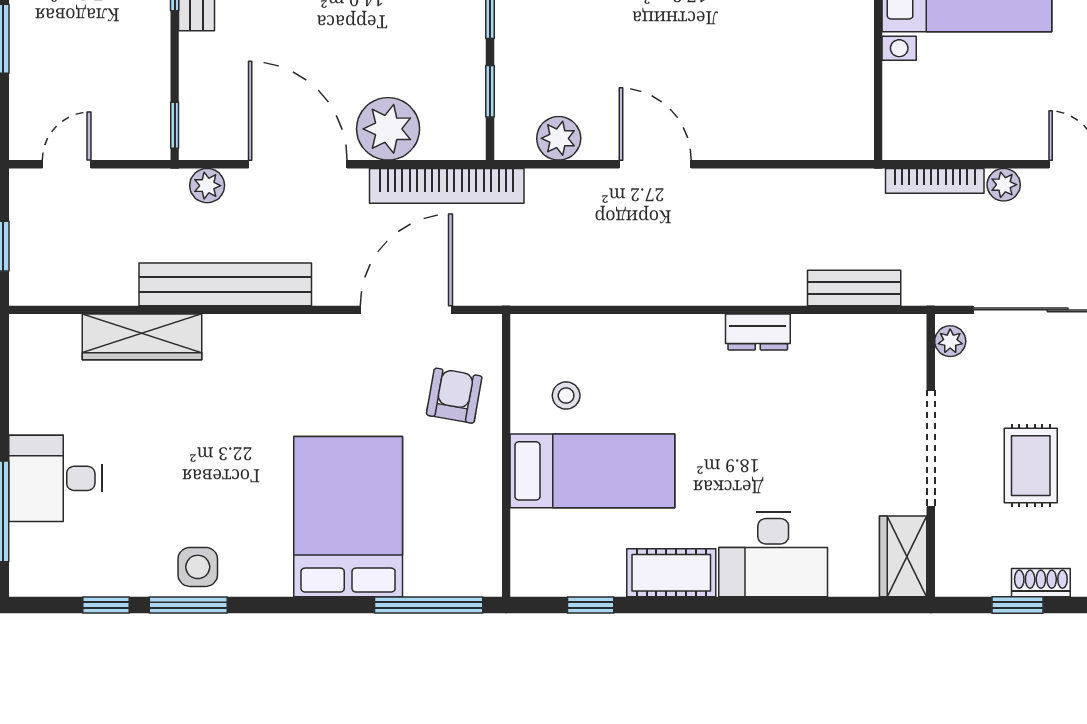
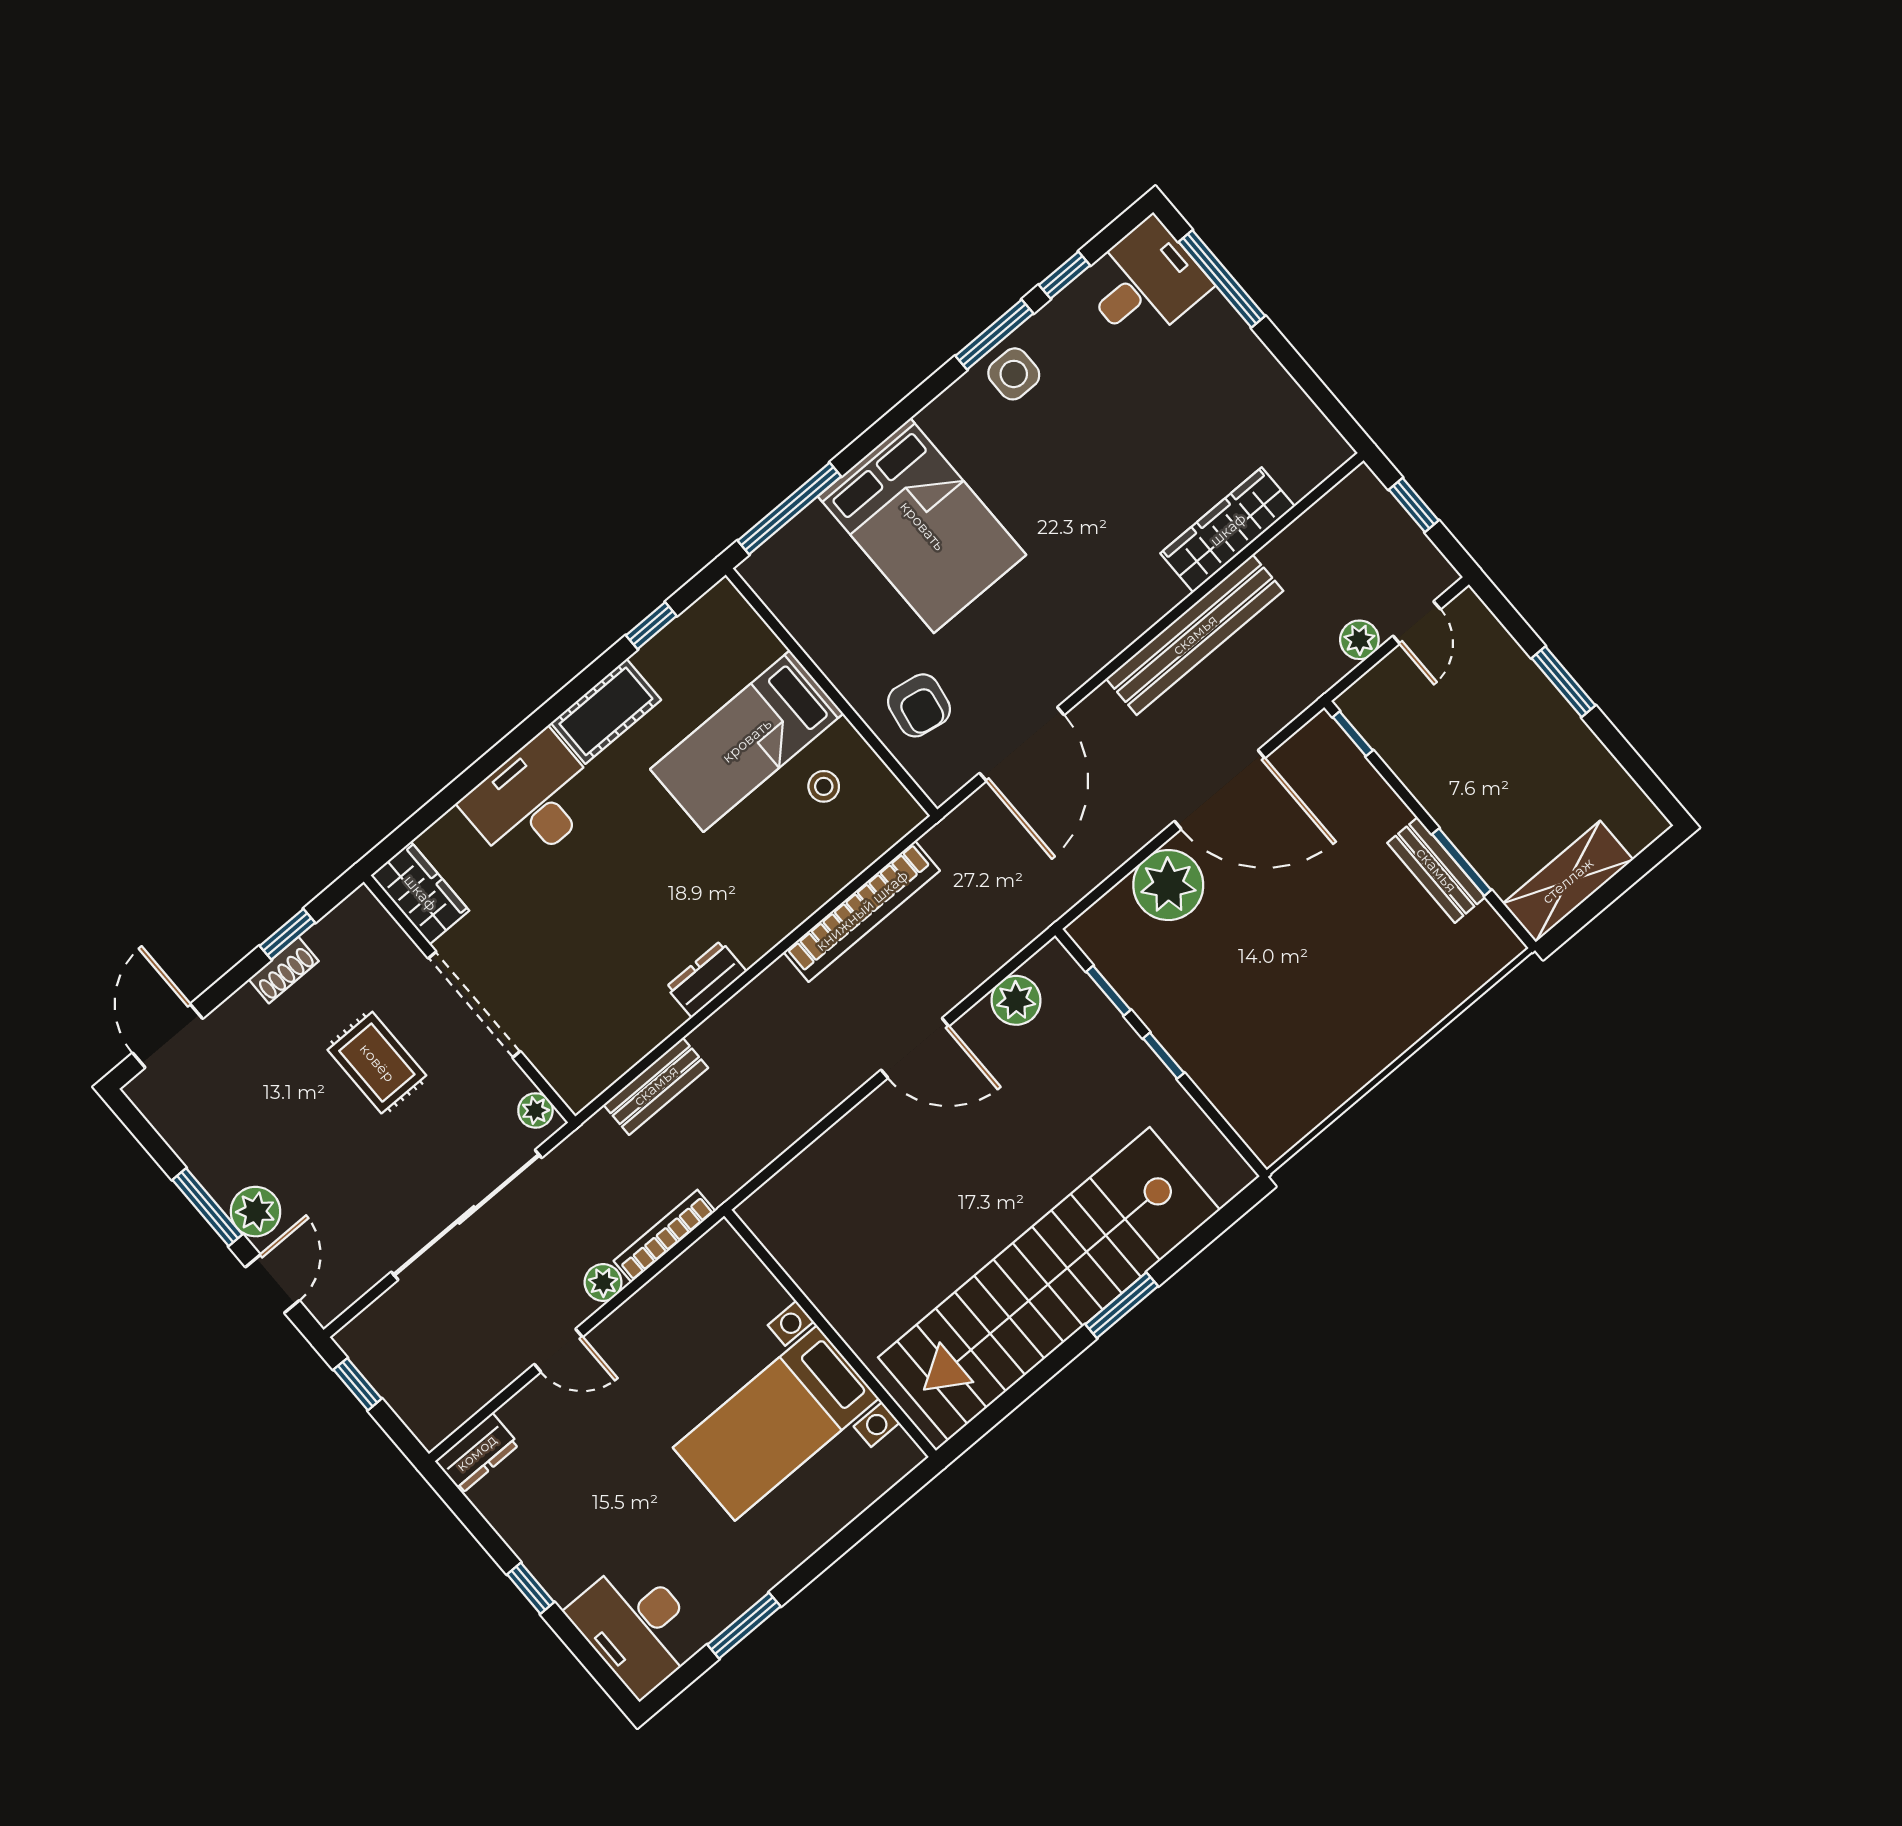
plant: (207, 186) -> (1359, 640), moved
bookcase: (447, 186) -> (862, 911), moved, turned 180
desk: (56, 478) -> (1145, 283), moved

